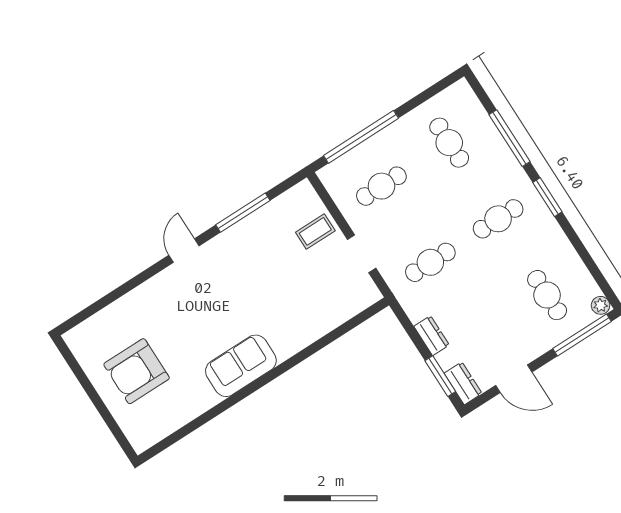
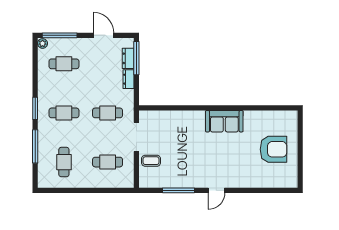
window: (361, 137) -> (102, 190), removed
doorway: (362, 254) -> (136, 137), width x1.38
cafe table: (547, 295) -> (64, 64), turned 90
window: (440, 376) -> (136, 58), width x1.44
dresser: (463, 383) -> (128, 58), moved

